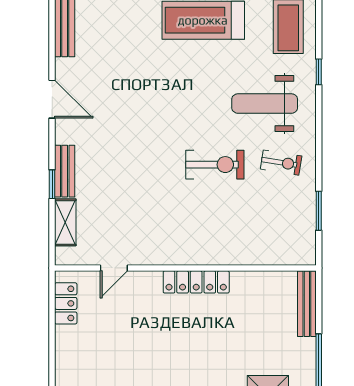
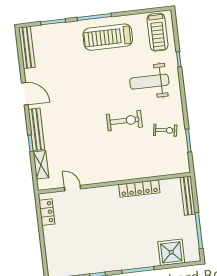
exercise bike: (281, 163) -> (165, 130), moved
bench: (65, 171) -> (36, 129), width x1.36
door: (114, 268) -> (73, 188), swing flipped
locker: (196, 282) -> (139, 189), moved

